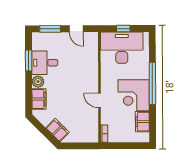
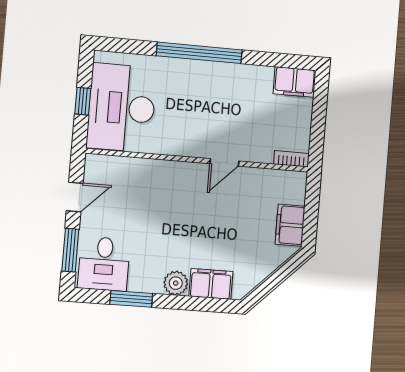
desk: (45, 63) -> (104, 264), moved
corner desk: (134, 95) -> (219, 93), removed
filing cabinet: (142, 122) -> (294, 82), moved
filing cabinet: (57, 130) -> (290, 225), moved, turned -45

